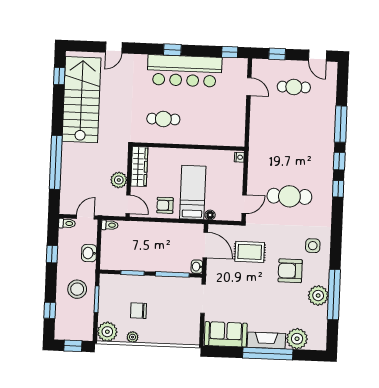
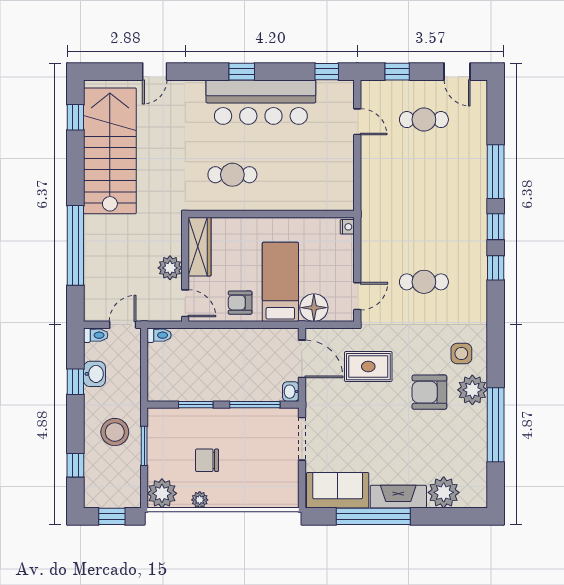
cafe table: (289, 196) -> (424, 282), width x0.73, depth x0.74
floor lamp: (210, 215) -> (314, 308), width x1.89, depth x1.89
washbasin: (89, 253) -> (94, 374), moved, turned 180
plant: (318, 296) -> (472, 390), moved
window: (268, 354) -> (373, 516), moved

